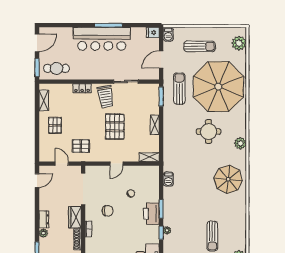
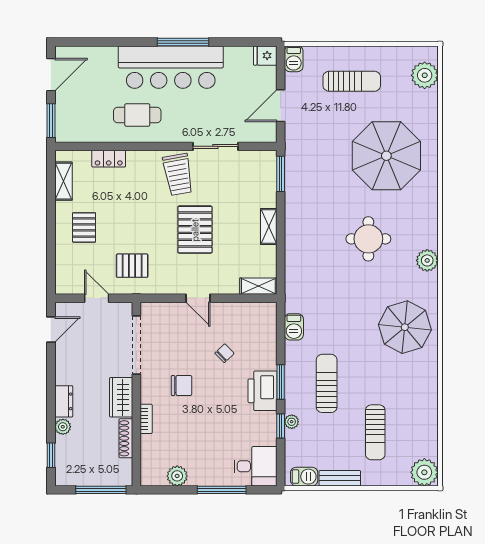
cafe table: (56, 68) -> (137, 115), moved
parasol: (218, 87) -> (386, 156), width x0.73, depth x0.73
locker: (82, 88) -> (109, 159), moved
sun lounger: (179, 89) -> (327, 383), moved
door: (116, 164) -> (198, 298), hinge flipped

